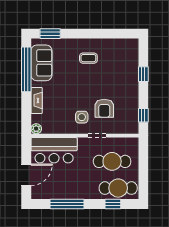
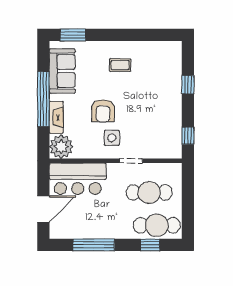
window: (26, 69) -> (43, 99), moved
armchair: (104, 108) -> (103, 111), moved
plant: (36, 129) -> (61, 147), width x1.88, depth x1.88

